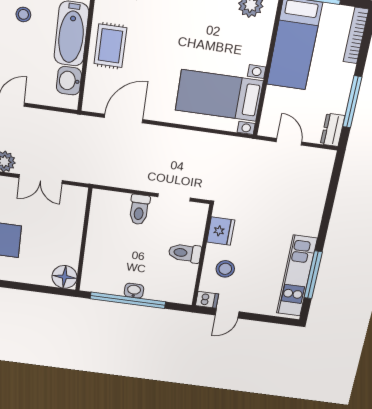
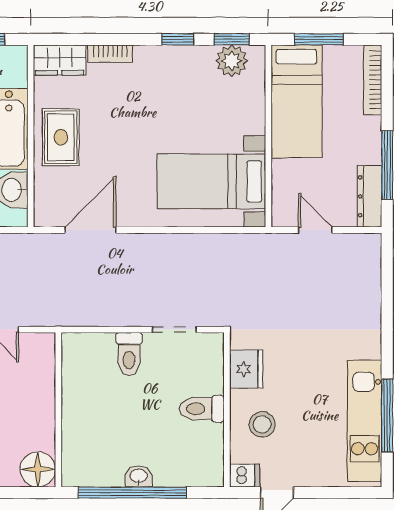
dresser: (333, 130) -> (370, 196), width x1.44

